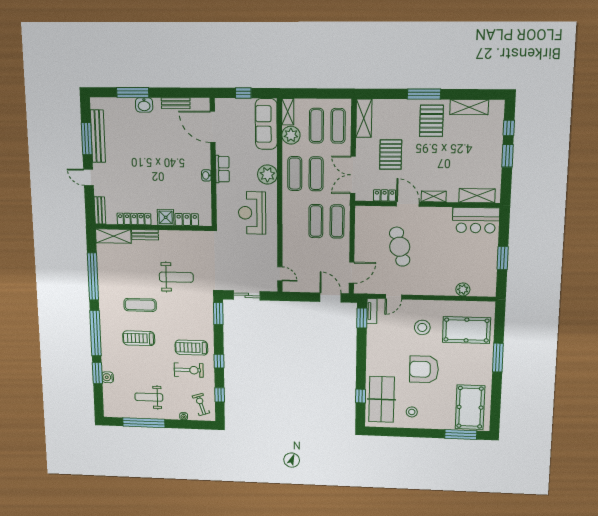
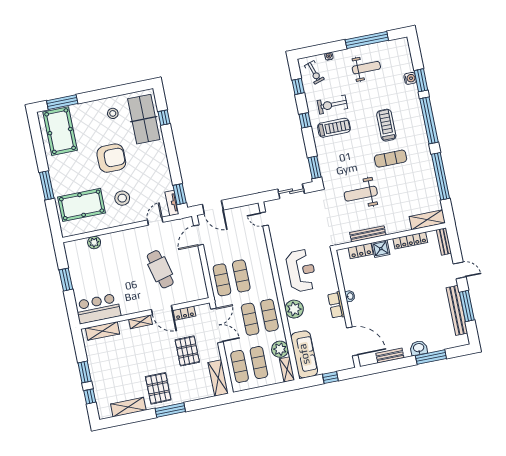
bench: (145, 235) -> (368, 234), moved, width x1.36
treadmill: (139, 338) -> (386, 125), turned -90

